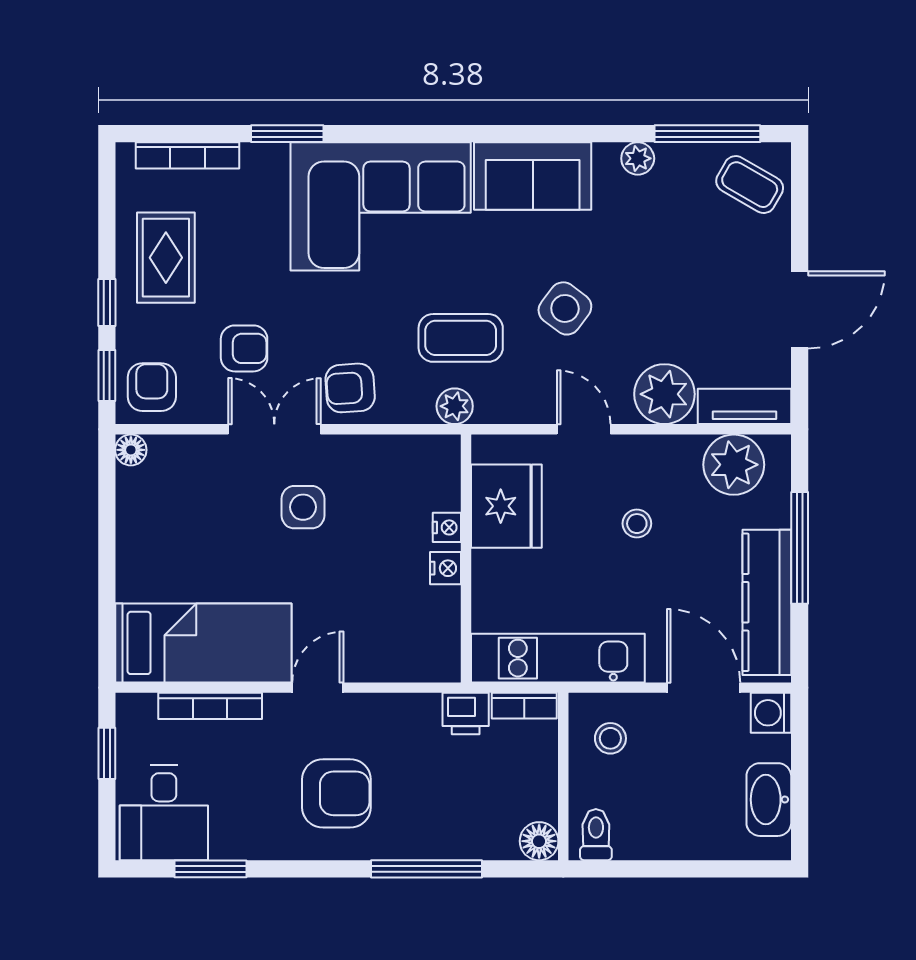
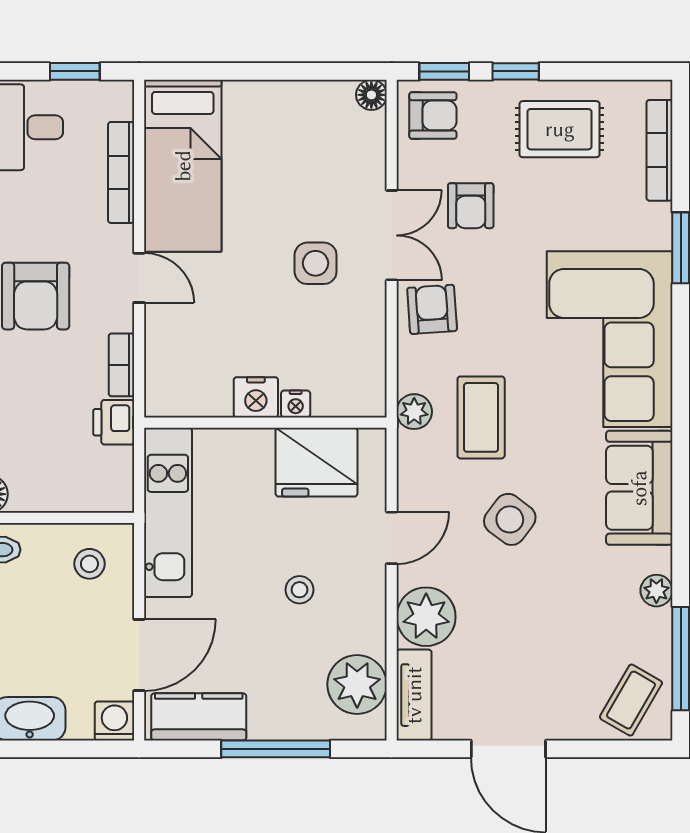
nightstand: (445, 568) -> (256, 397), width x1.39, depth x1.35
kitchen counter: (767, 602) -> (199, 717), width x0.67
bookcase: (524, 706) -> (121, 365), moved

